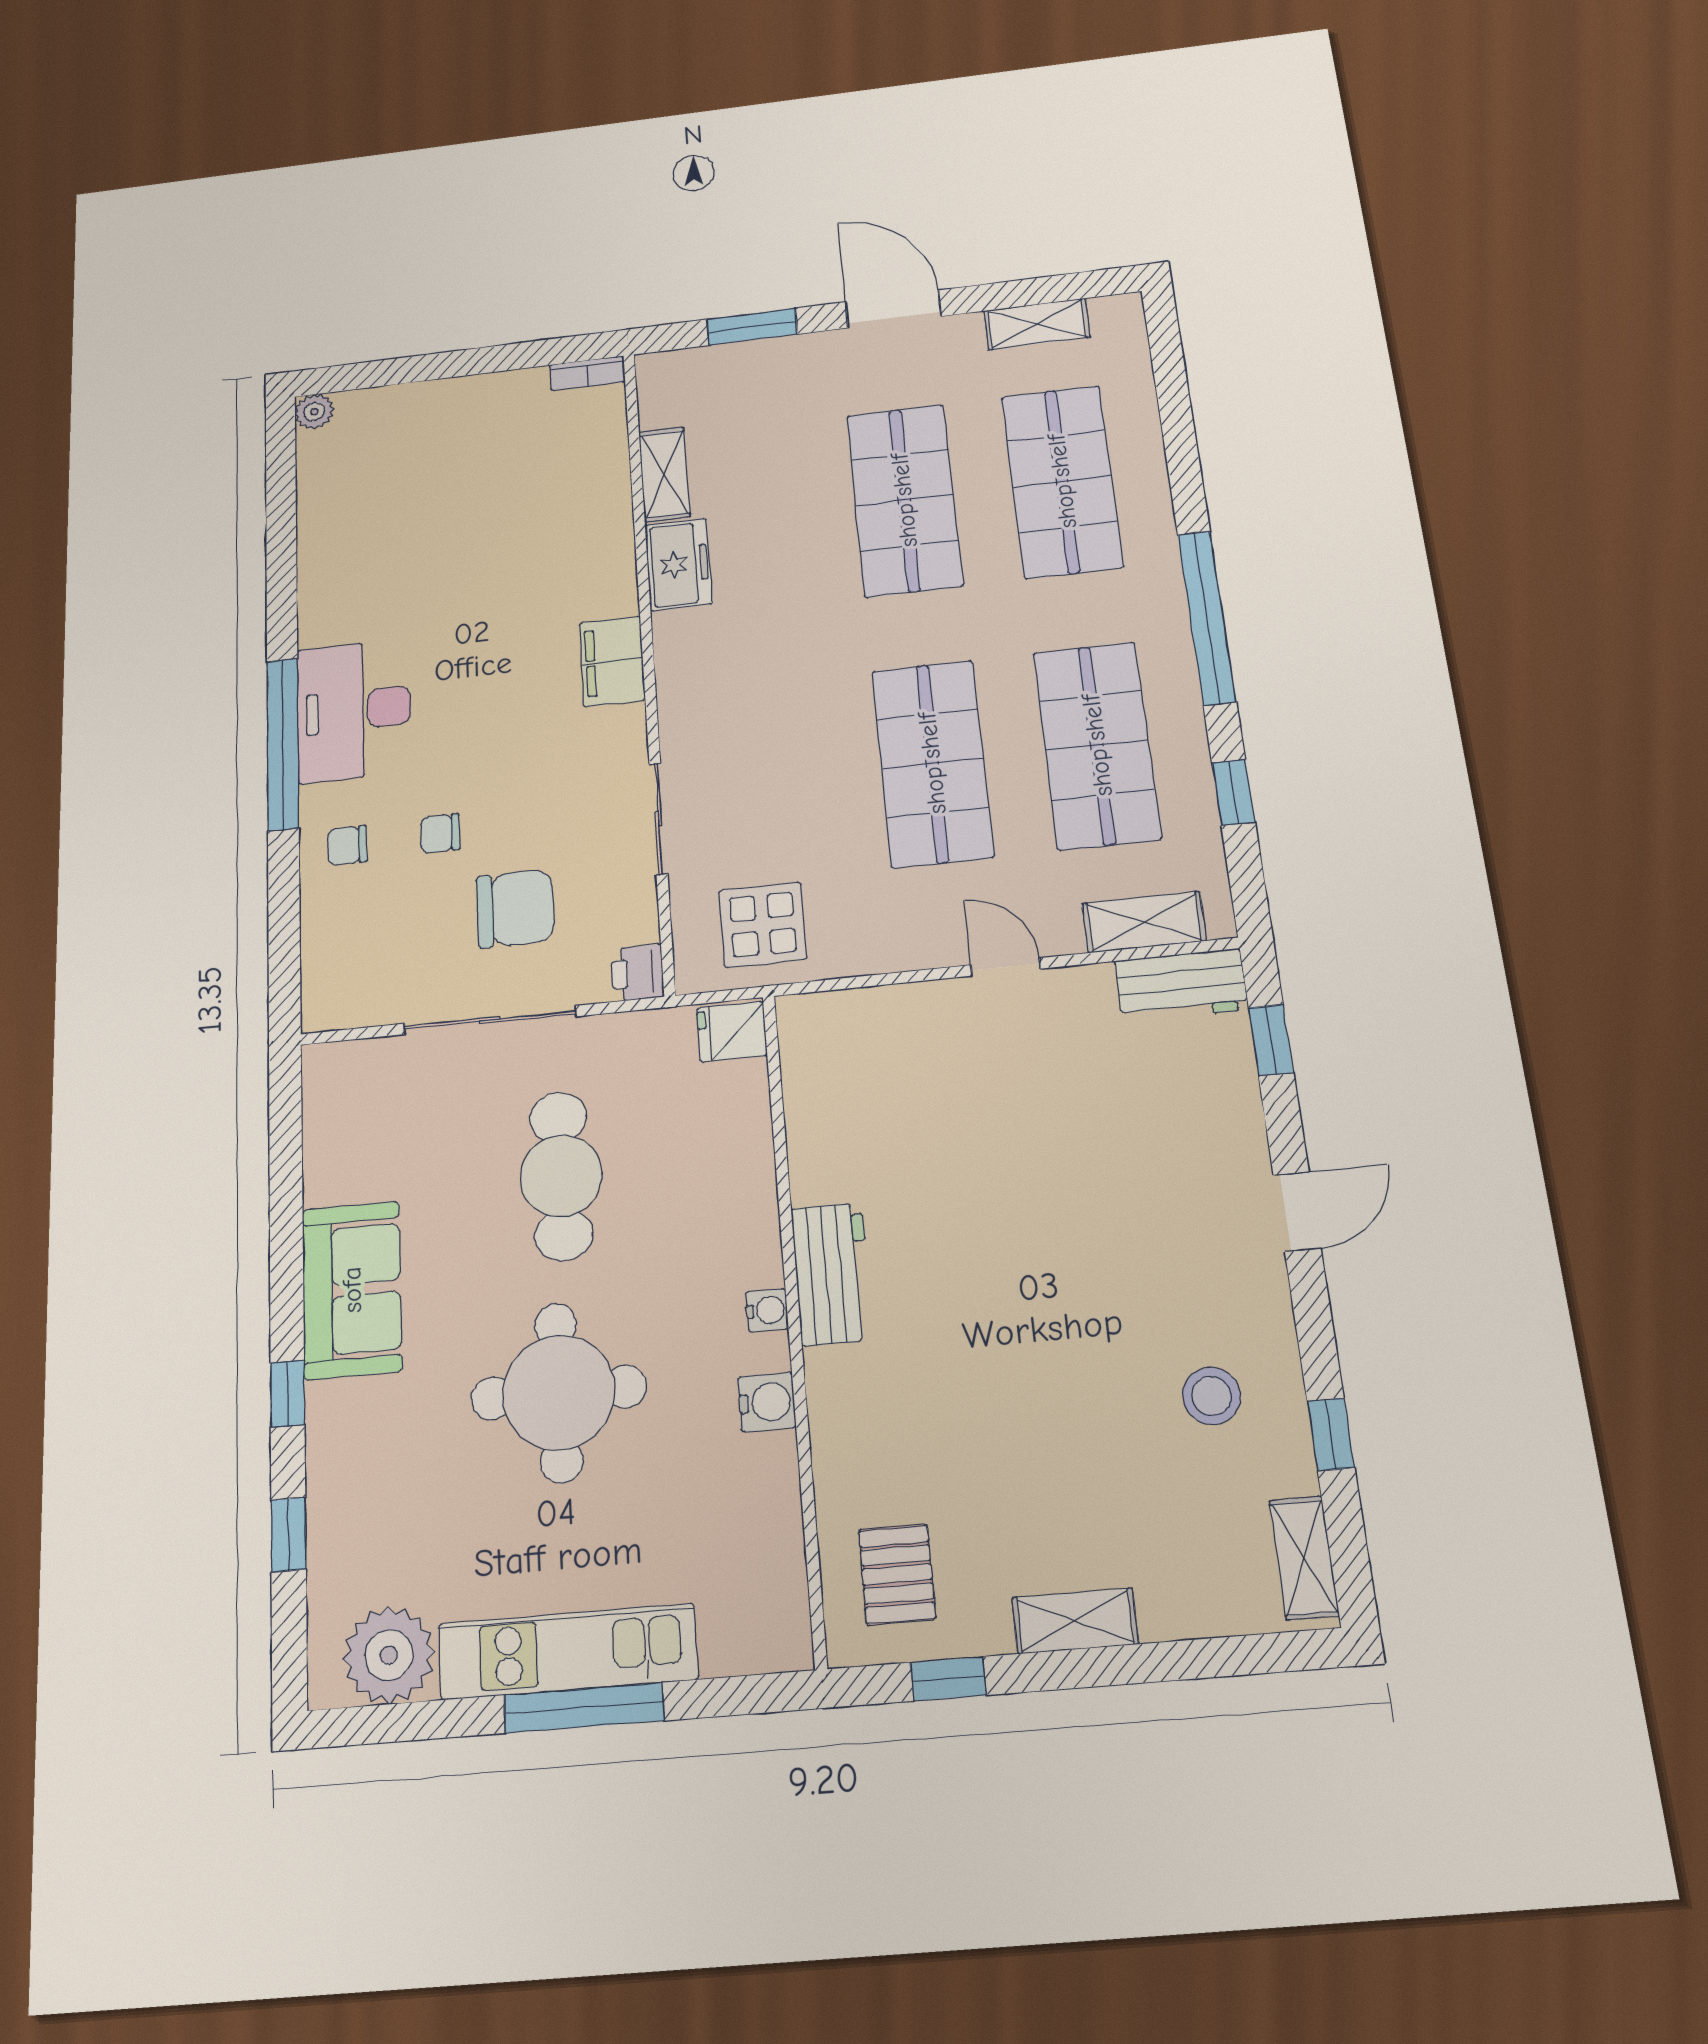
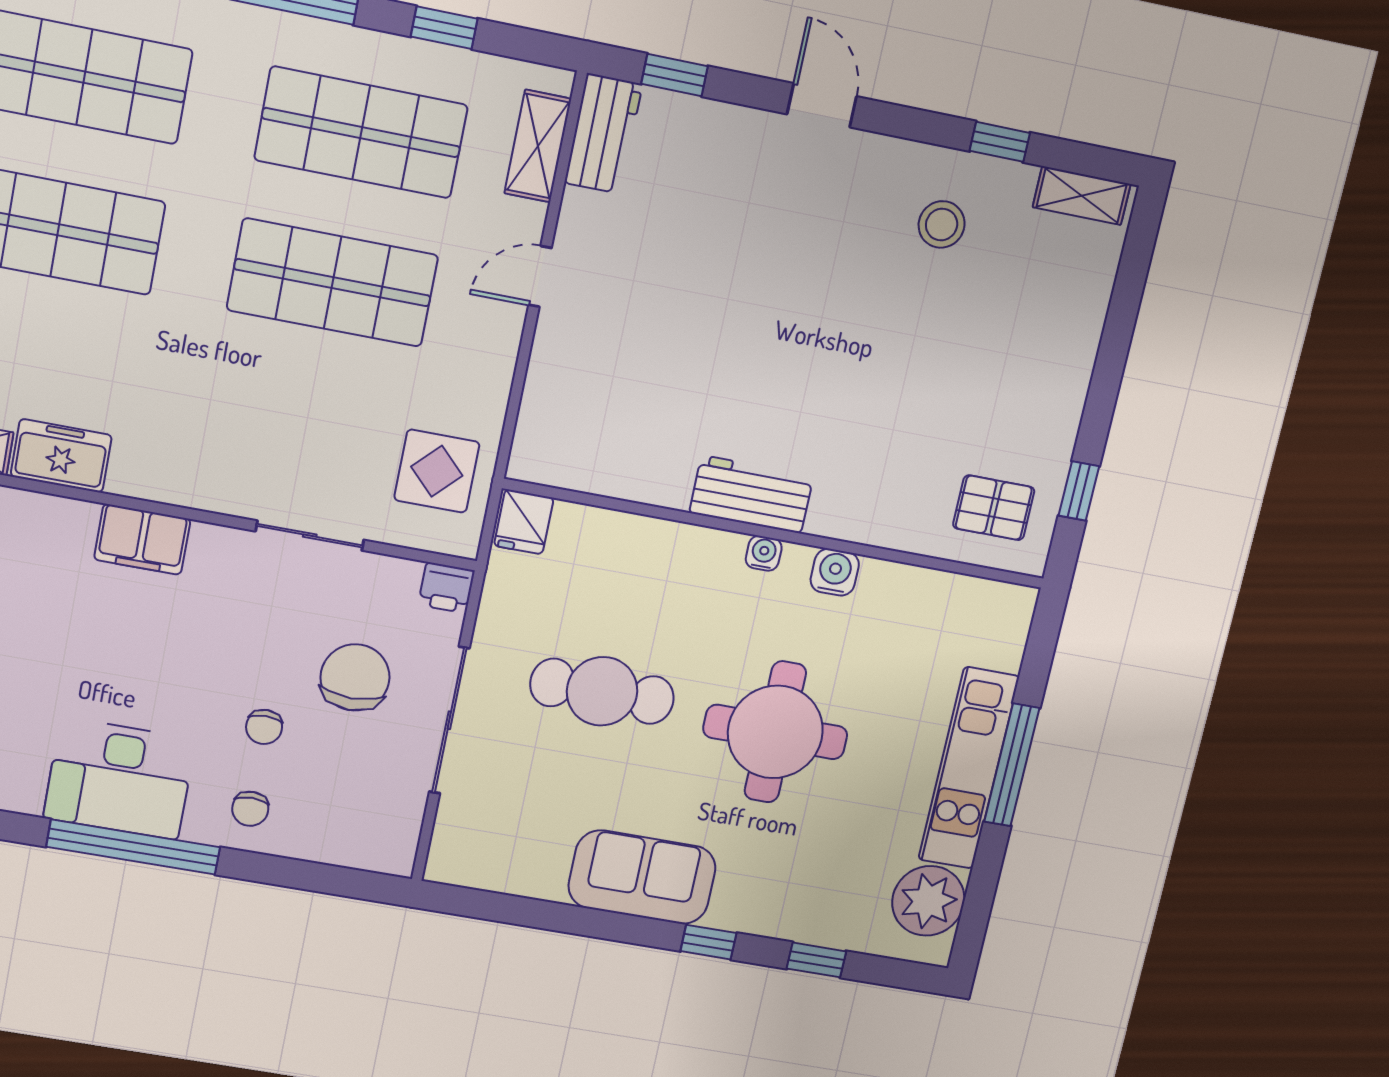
shelving: (1075, 1621) -> (1070, 384), removed

